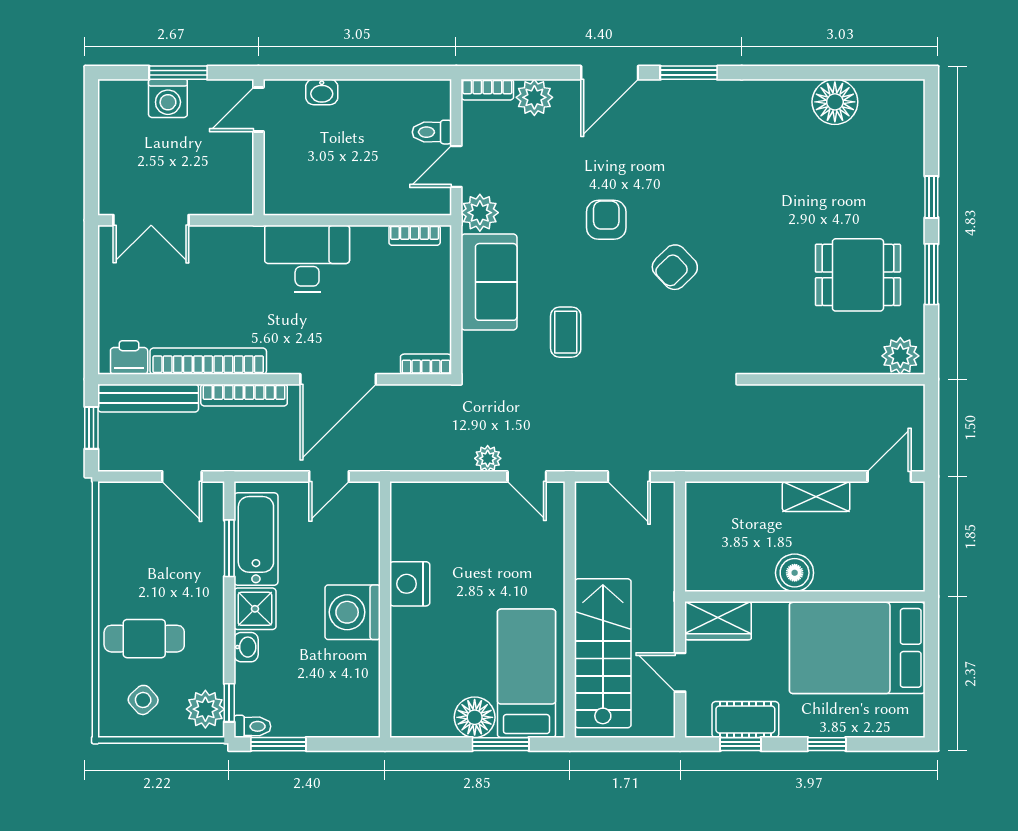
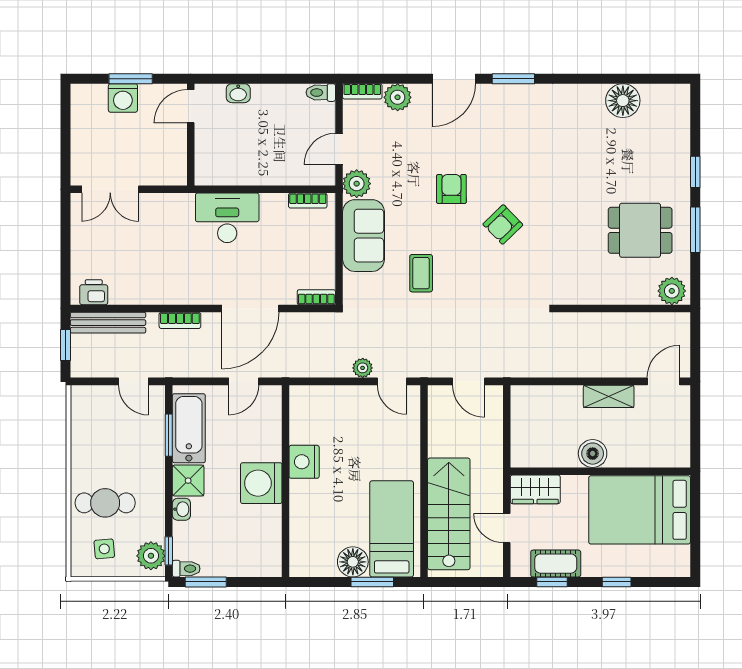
toilet: (432, 132) -> (321, 93), moved
bookcase: (208, 361) -> (153, 295), removed
bookcase: (244, 395) -> (180, 320), width x0.64
side table: (143, 700) -> (104, 549), turned 37

